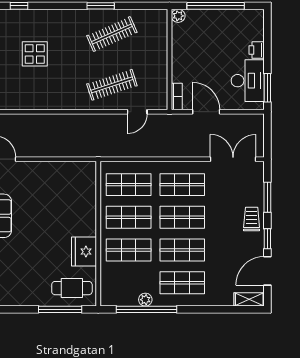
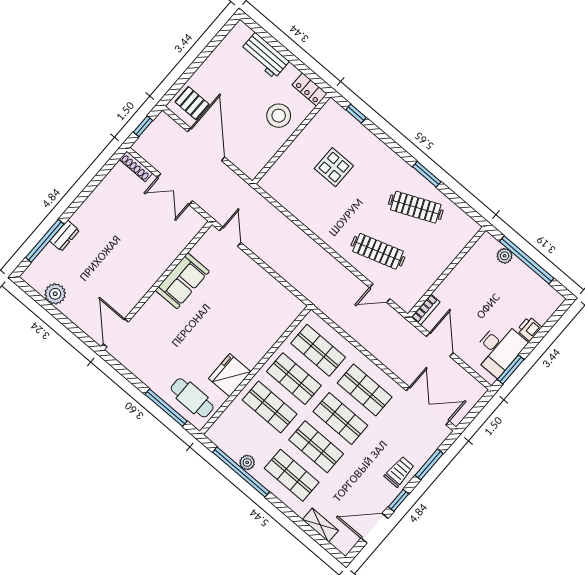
plant: (178, 16) -> (505, 256), moved
shelving: (249, 299) -> (320, 525), moved

